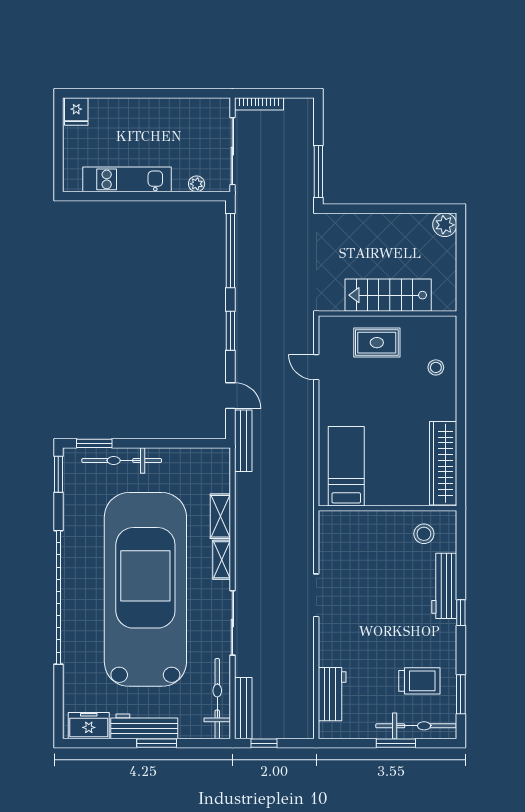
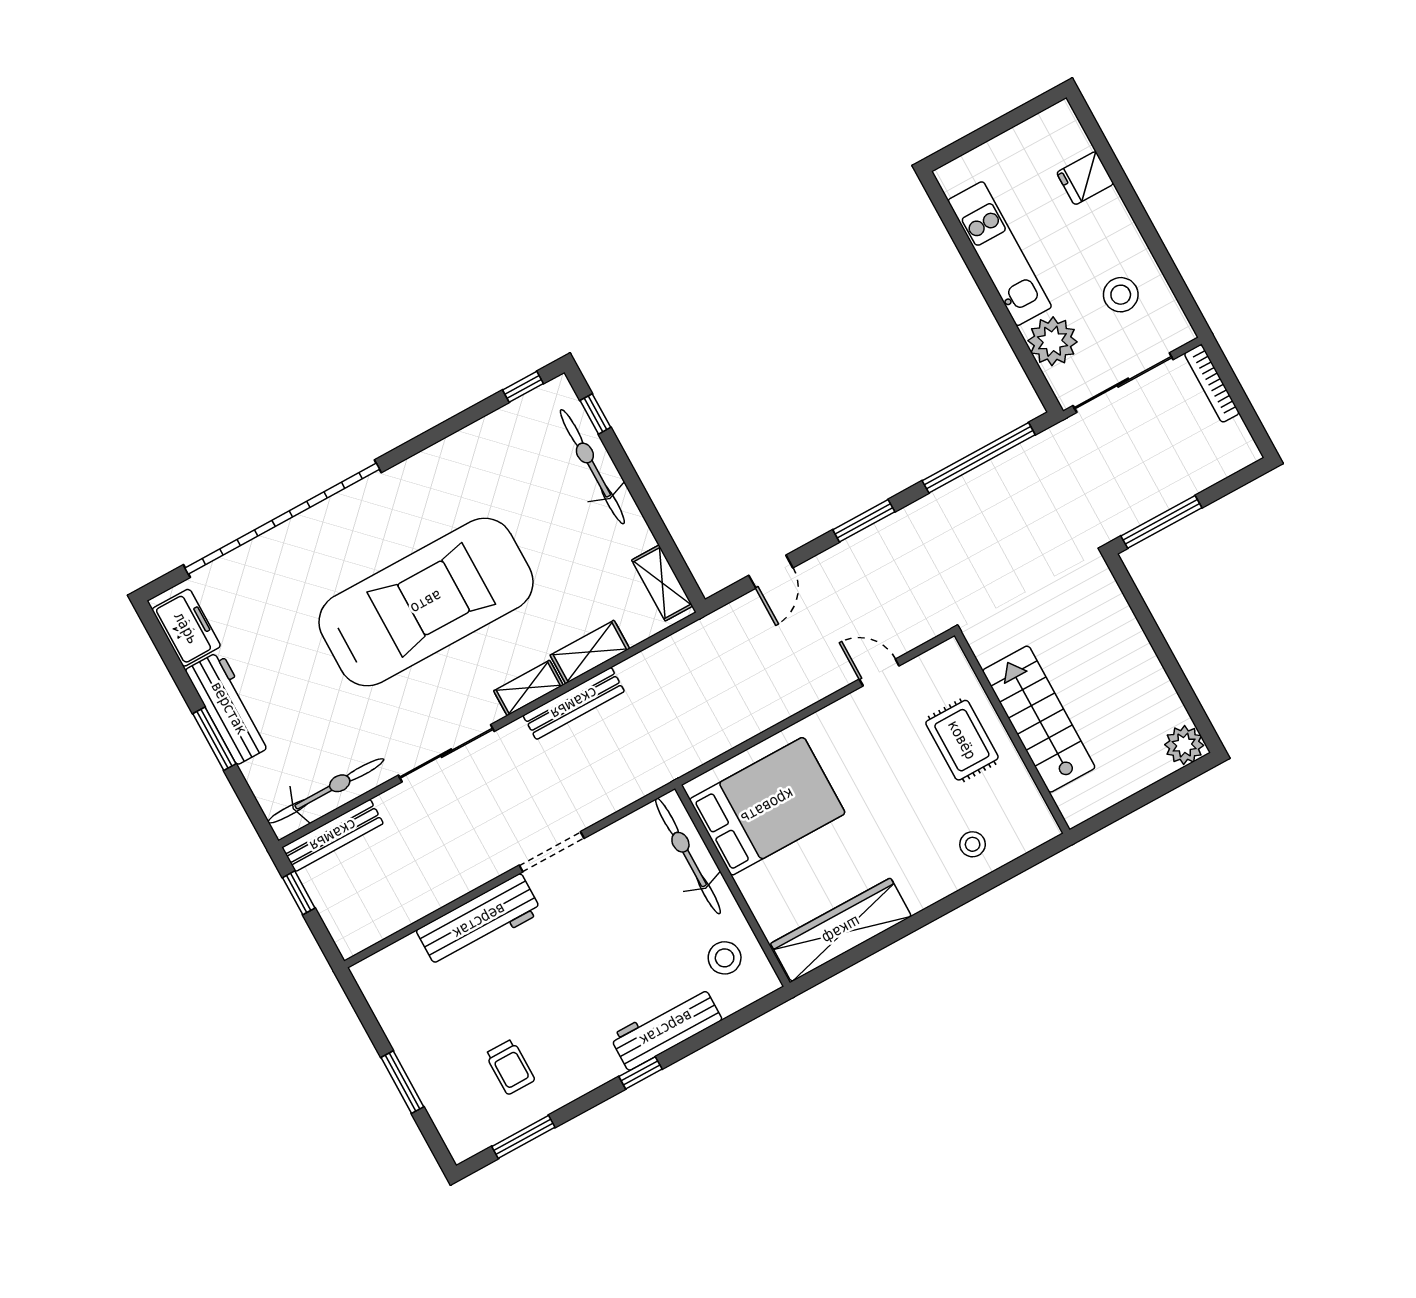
fridge: (76, 111) -> (1085, 178), moved
stool: (185, 127) -> (1121, 295), added
plant: (197, 184) -> (1053, 341), width x1.87, depth x1.87
door: (316, 367) -> (879, 672), hinge flipped
bench: (243, 441) -> (574, 703), moved
window: (94, 443) -> (595, 414), width x0.67
shelving: (205, 457) -> (662, 583), added
bed: (346, 466) -> (767, 806), width x1.50
window: (58, 474) -> (523, 387), width x0.67
car: (145, 589) -> (426, 602), width x0.73, depth x0.67
garage door: (58, 597) -> (282, 519), moved
trolley: (419, 681) -> (510, 1067), width x0.73, depth x0.72
workbench: (332, 694) -> (479, 921), moved, width x1.38
bicycle: (416, 726) -> (688, 856), moved, turned 180

